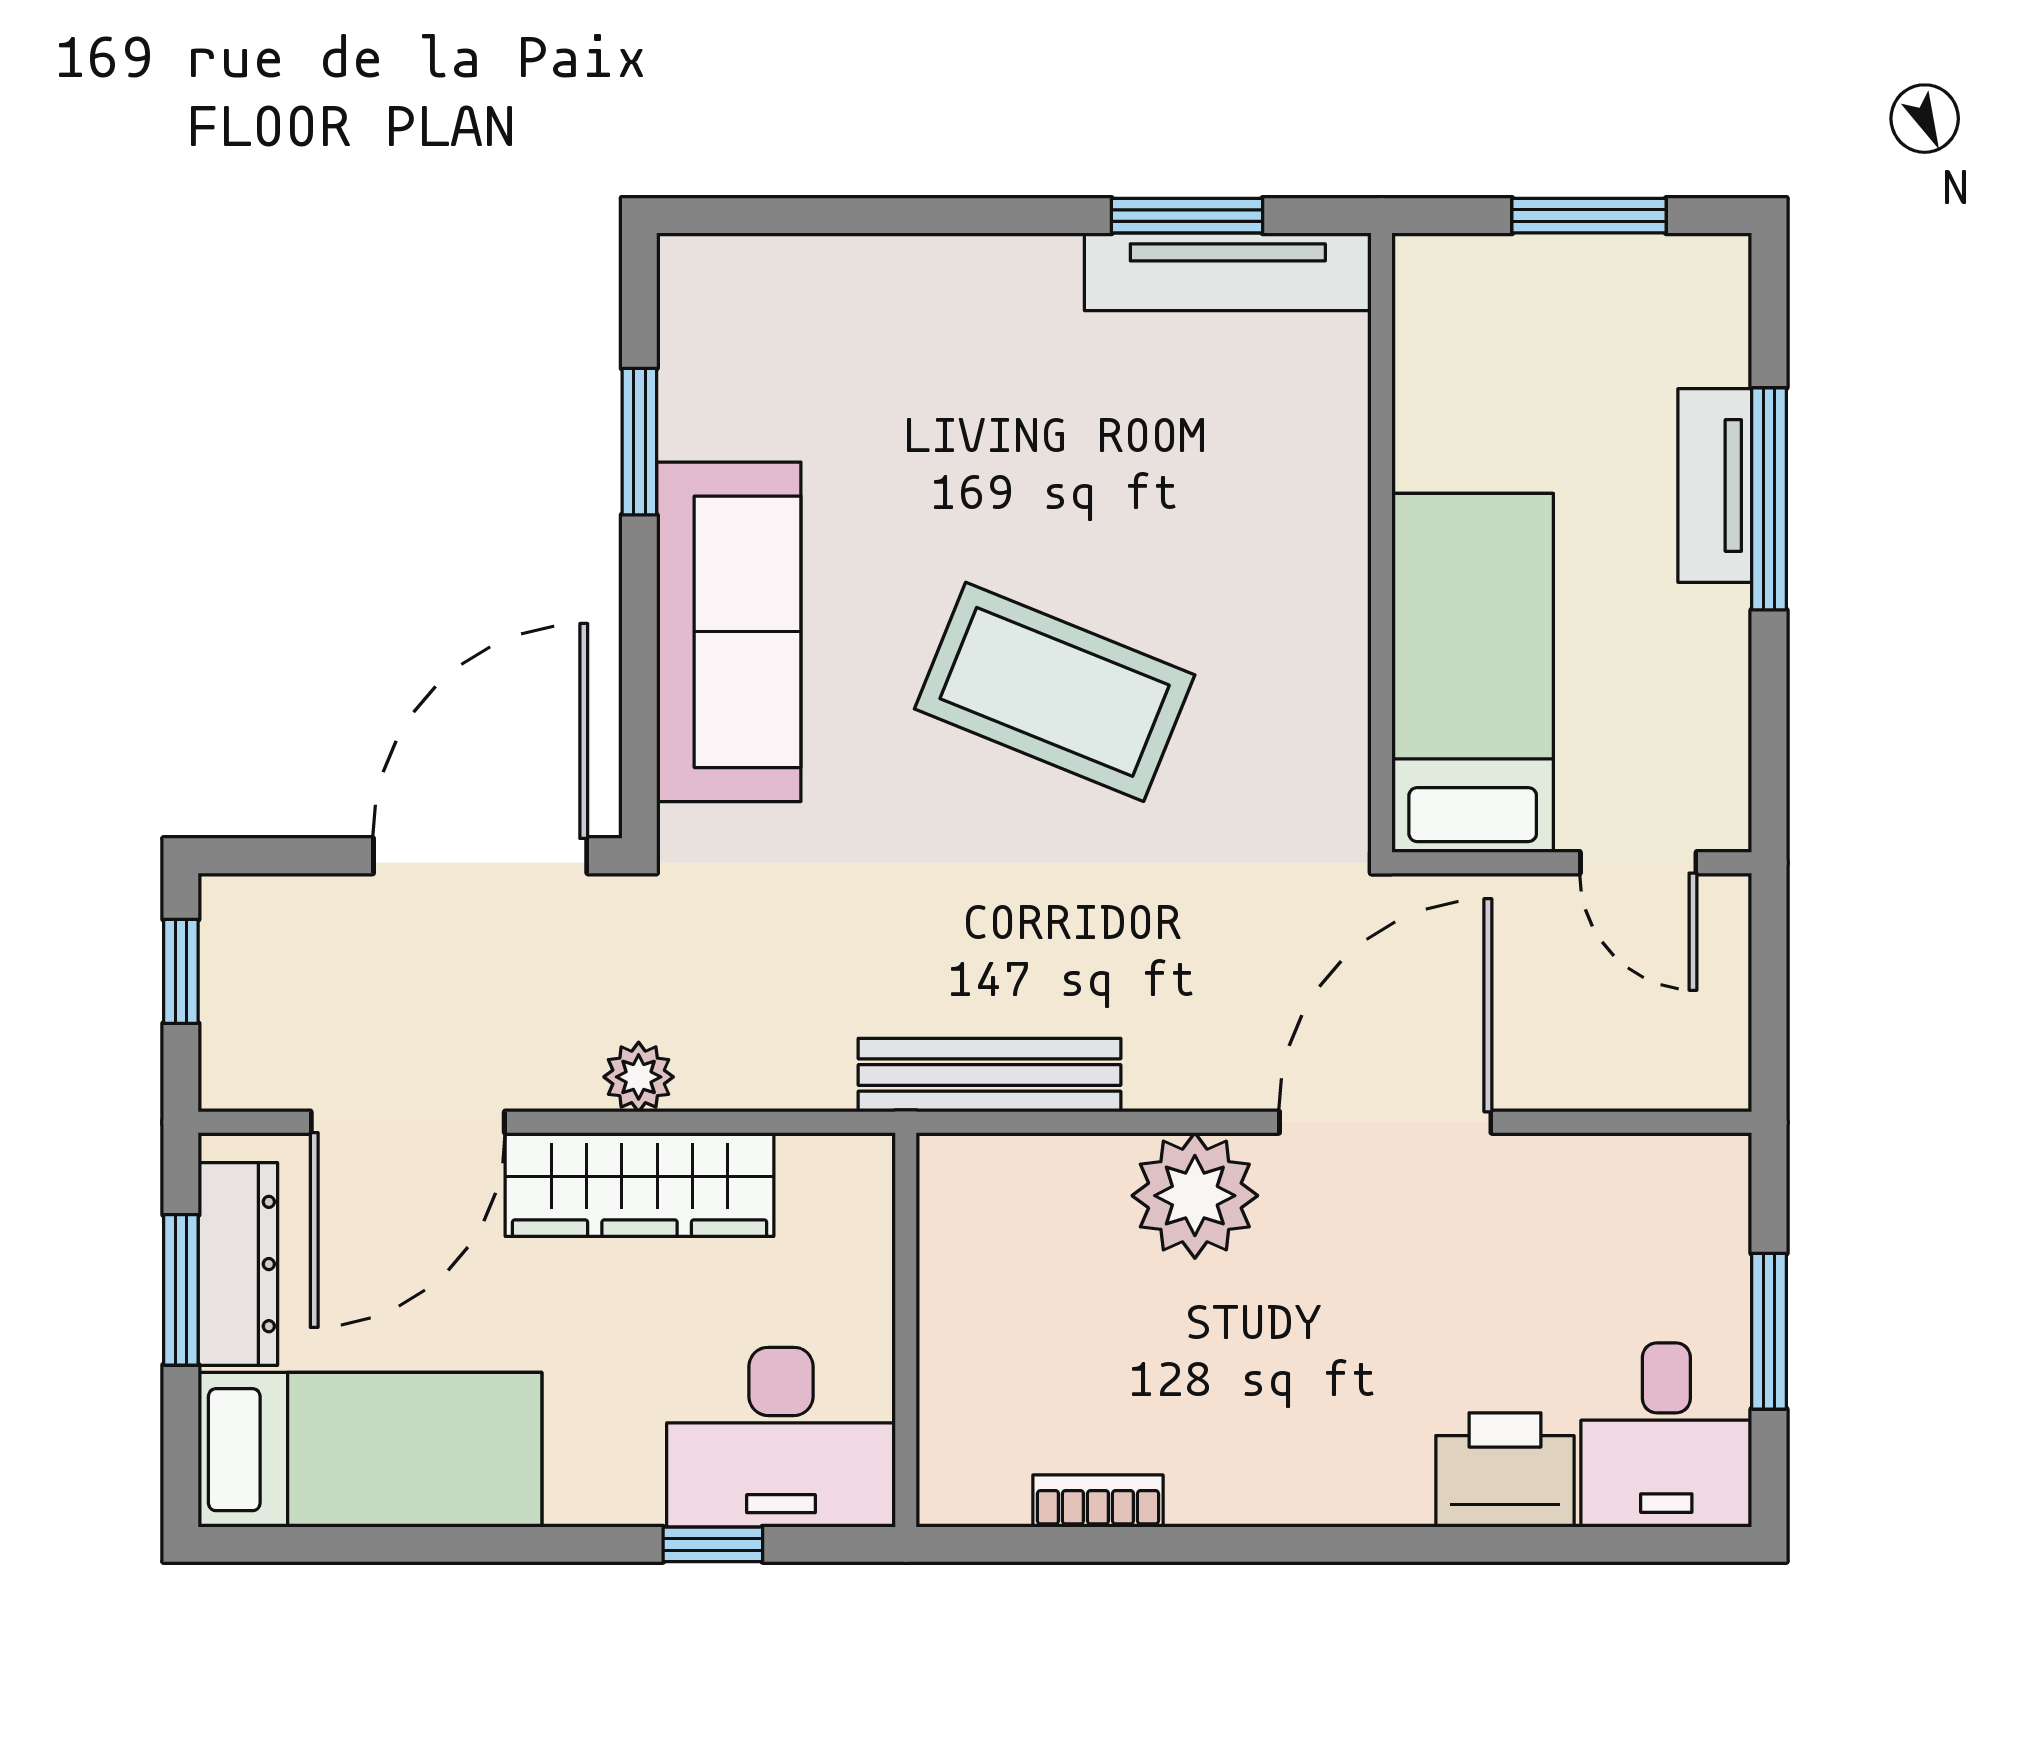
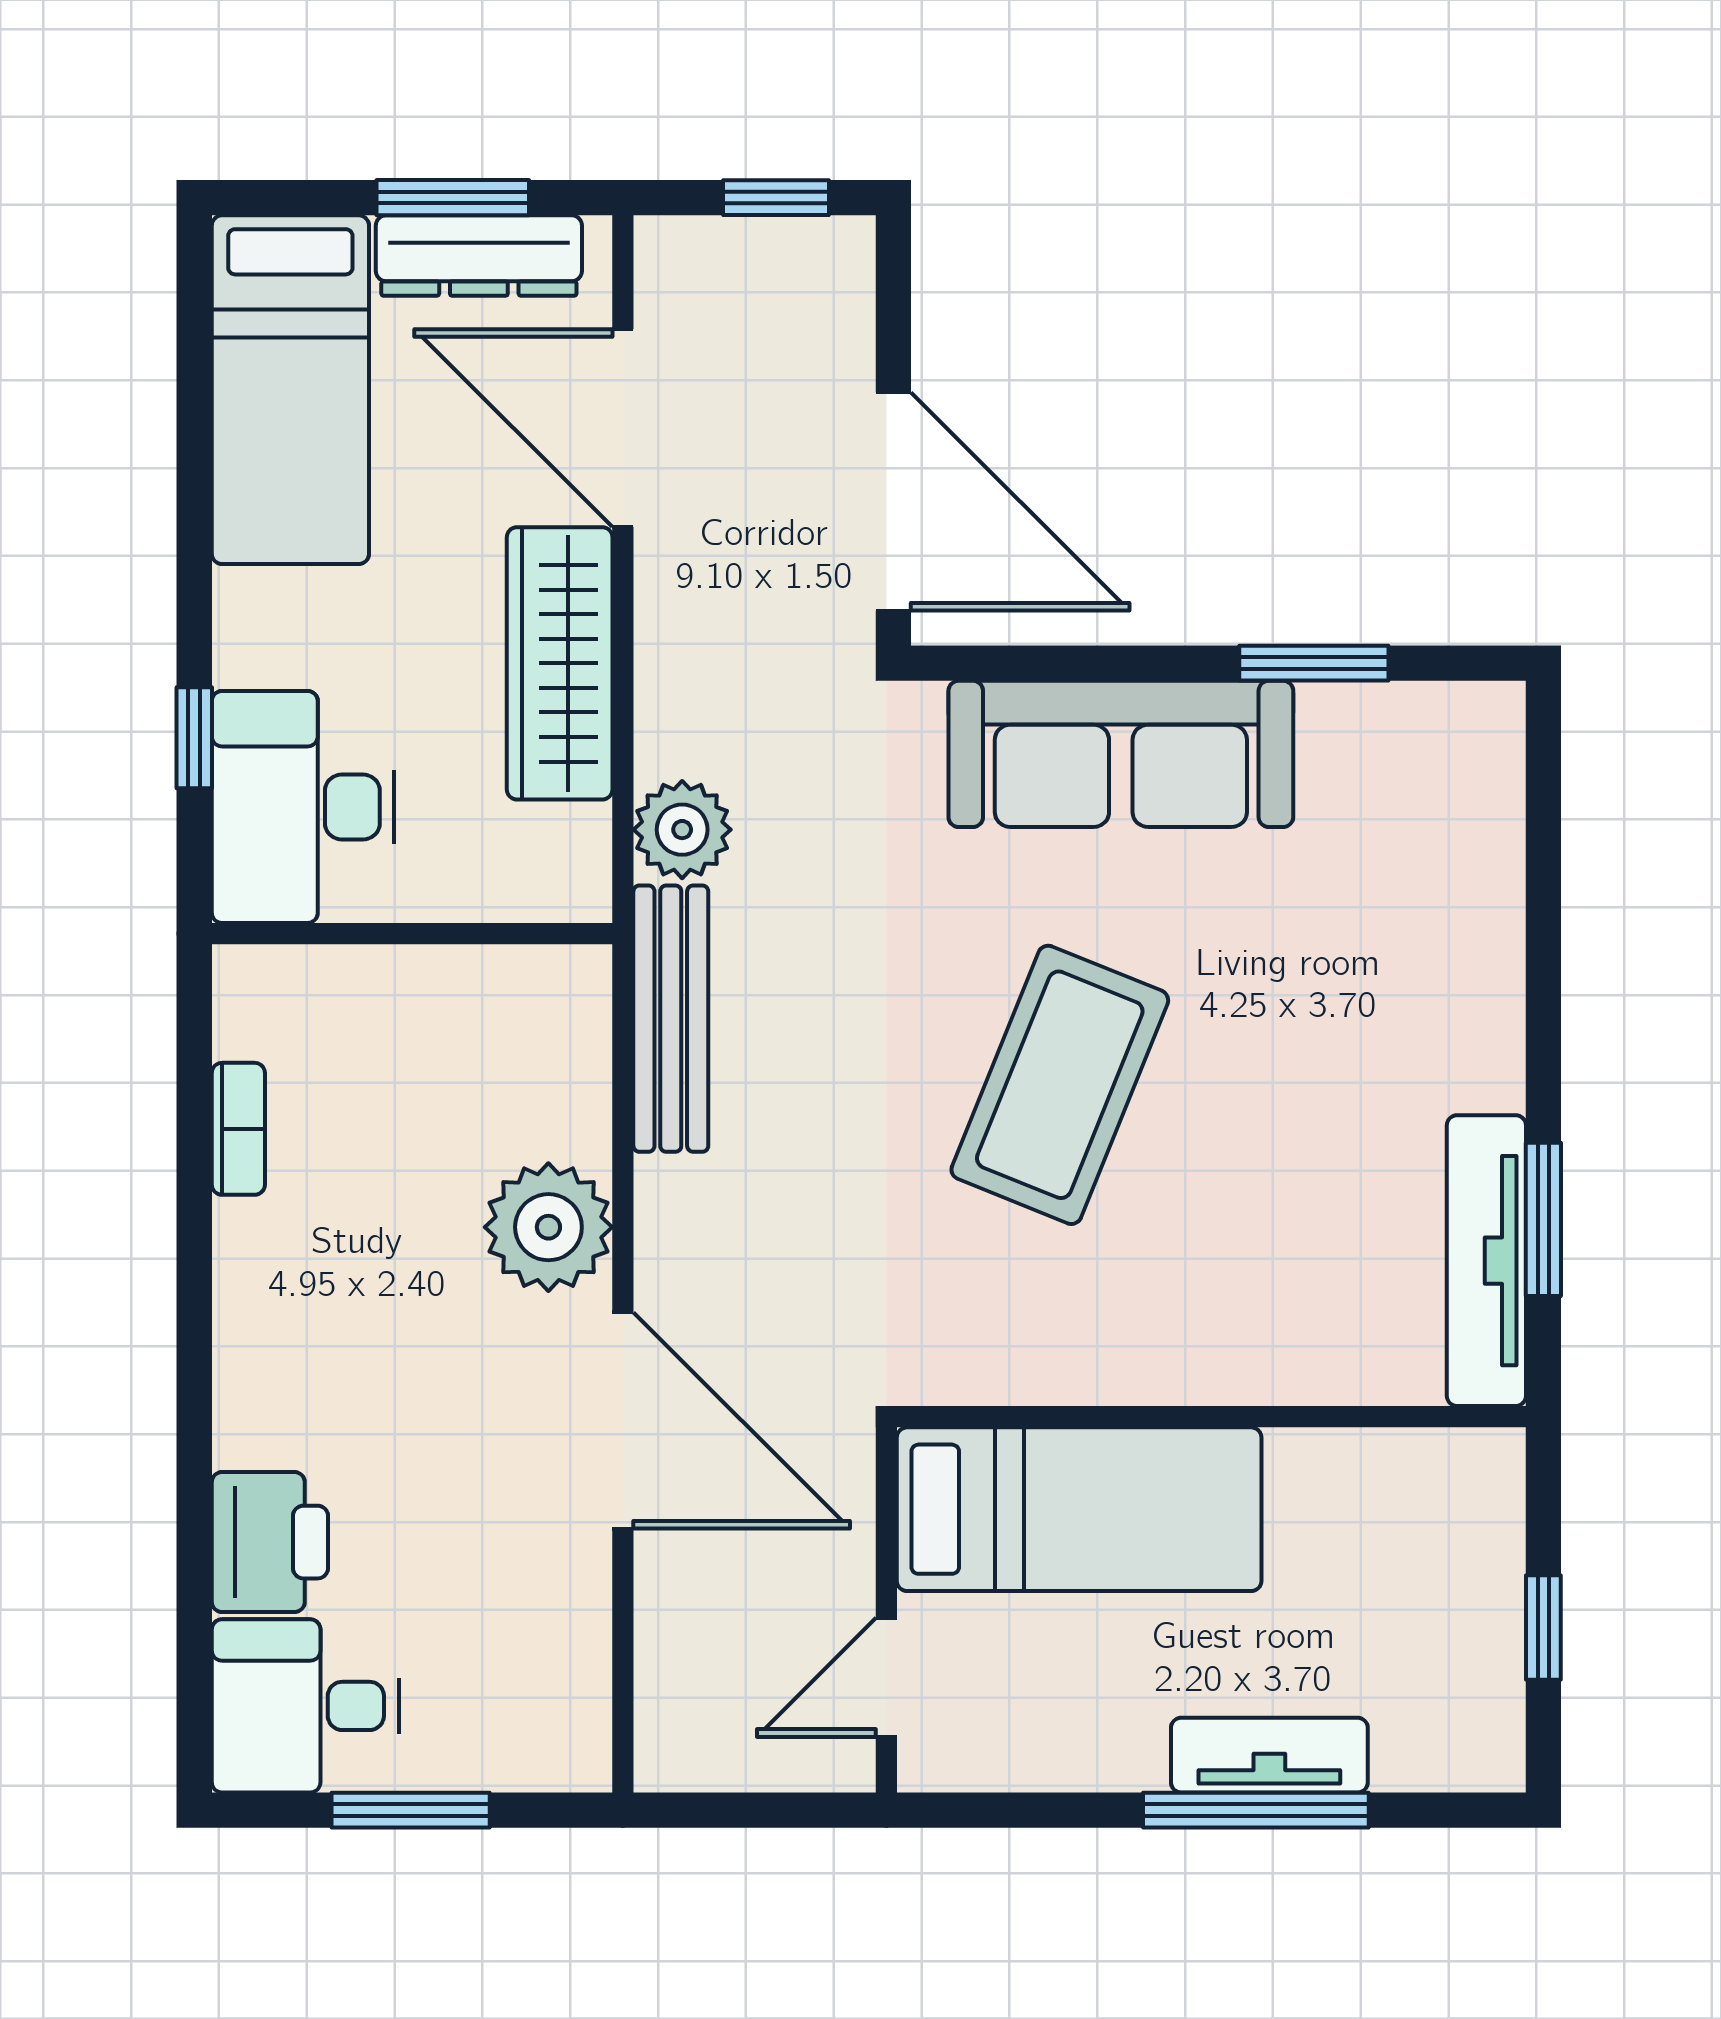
window: (1589, 216) -> (1543, 1627), width x0.67
plant: (639, 1077) -> (682, 830), moved, width x1.38, depth x1.38

